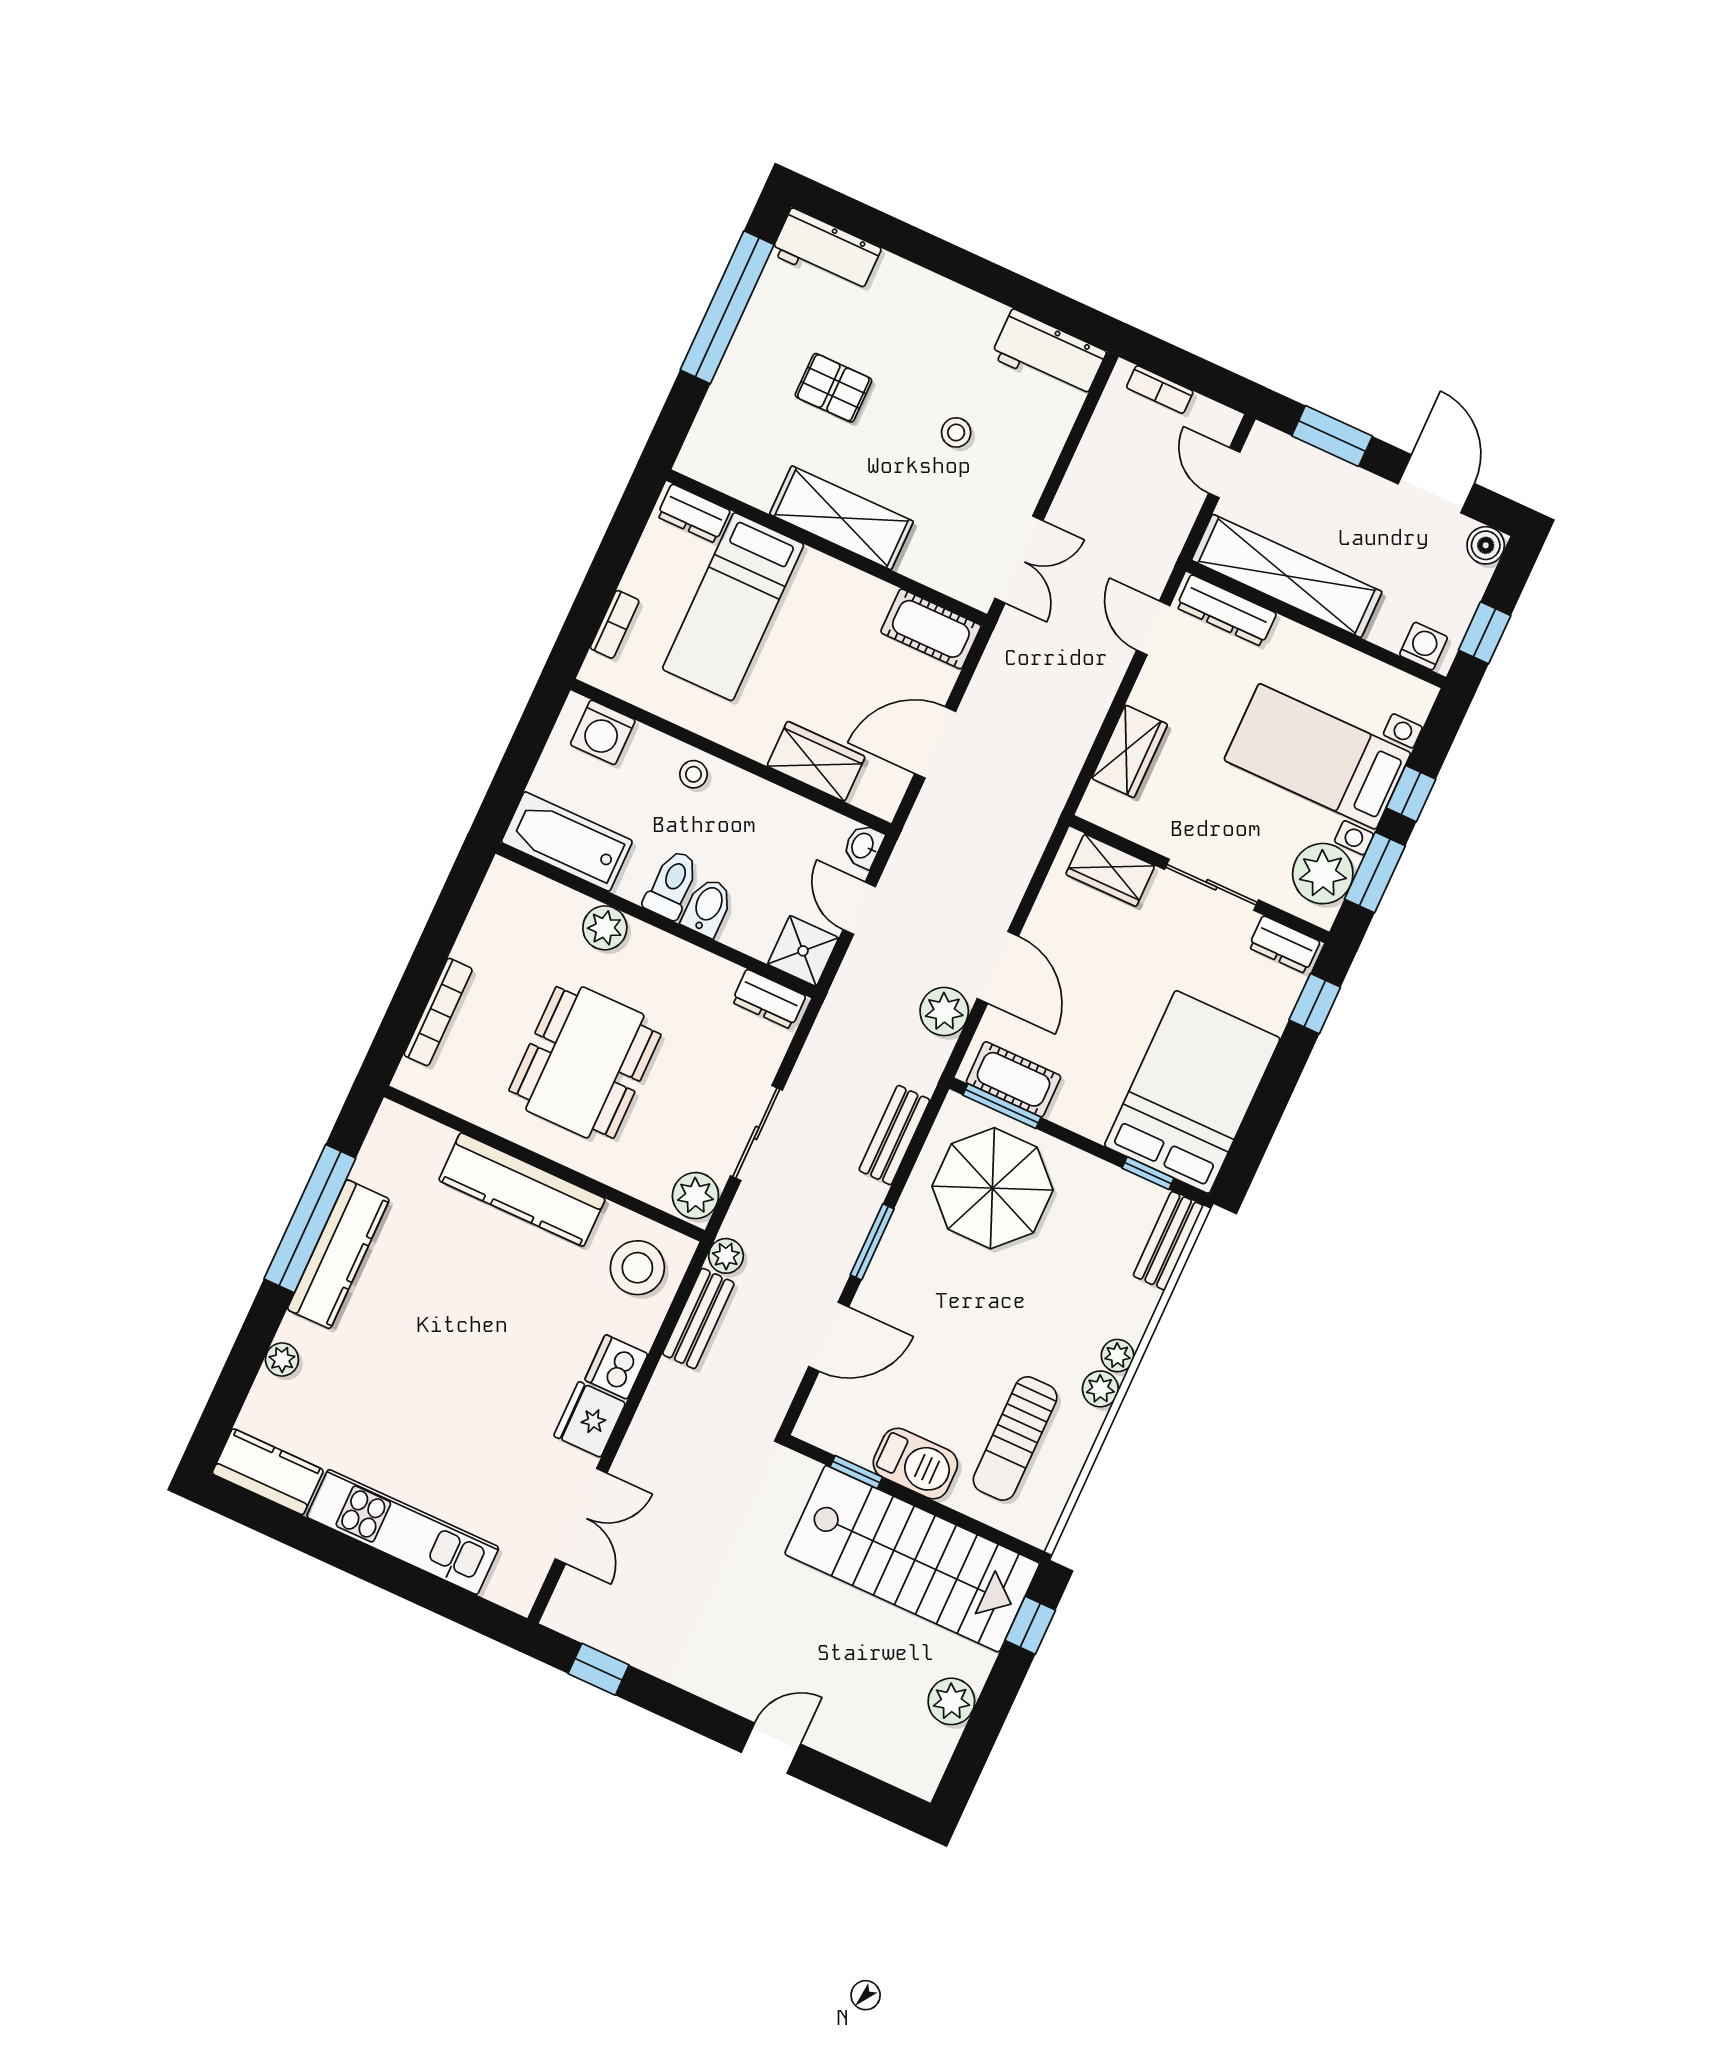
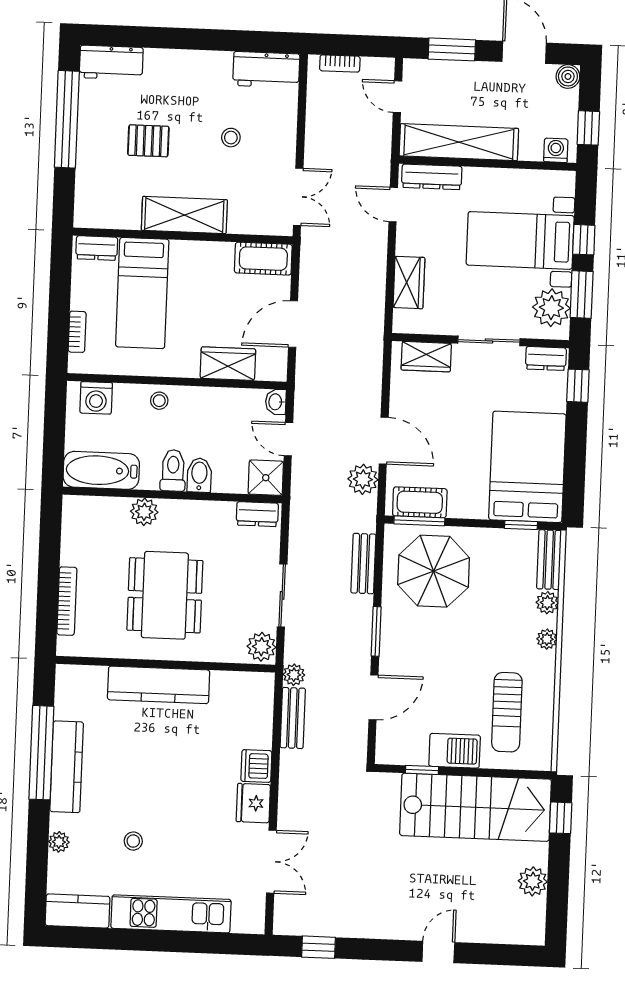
stool: (637, 1268) -> (133, 841), moved, width x0.53, depth x0.53
plant: (1100, 1389) -> (547, 603), moved

